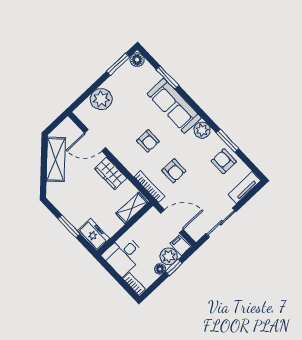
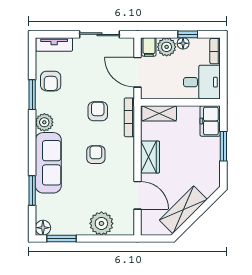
window: (174, 267) -> (188, 34), moved

